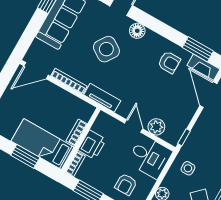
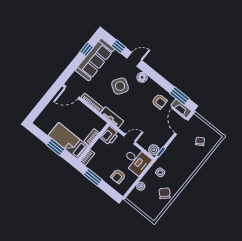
door: (134, 126) -> (129, 139), hinge flipped
plant: (156, 127) -> (154, 150), moved
printer: (92, 145) -> (109, 136), moved

